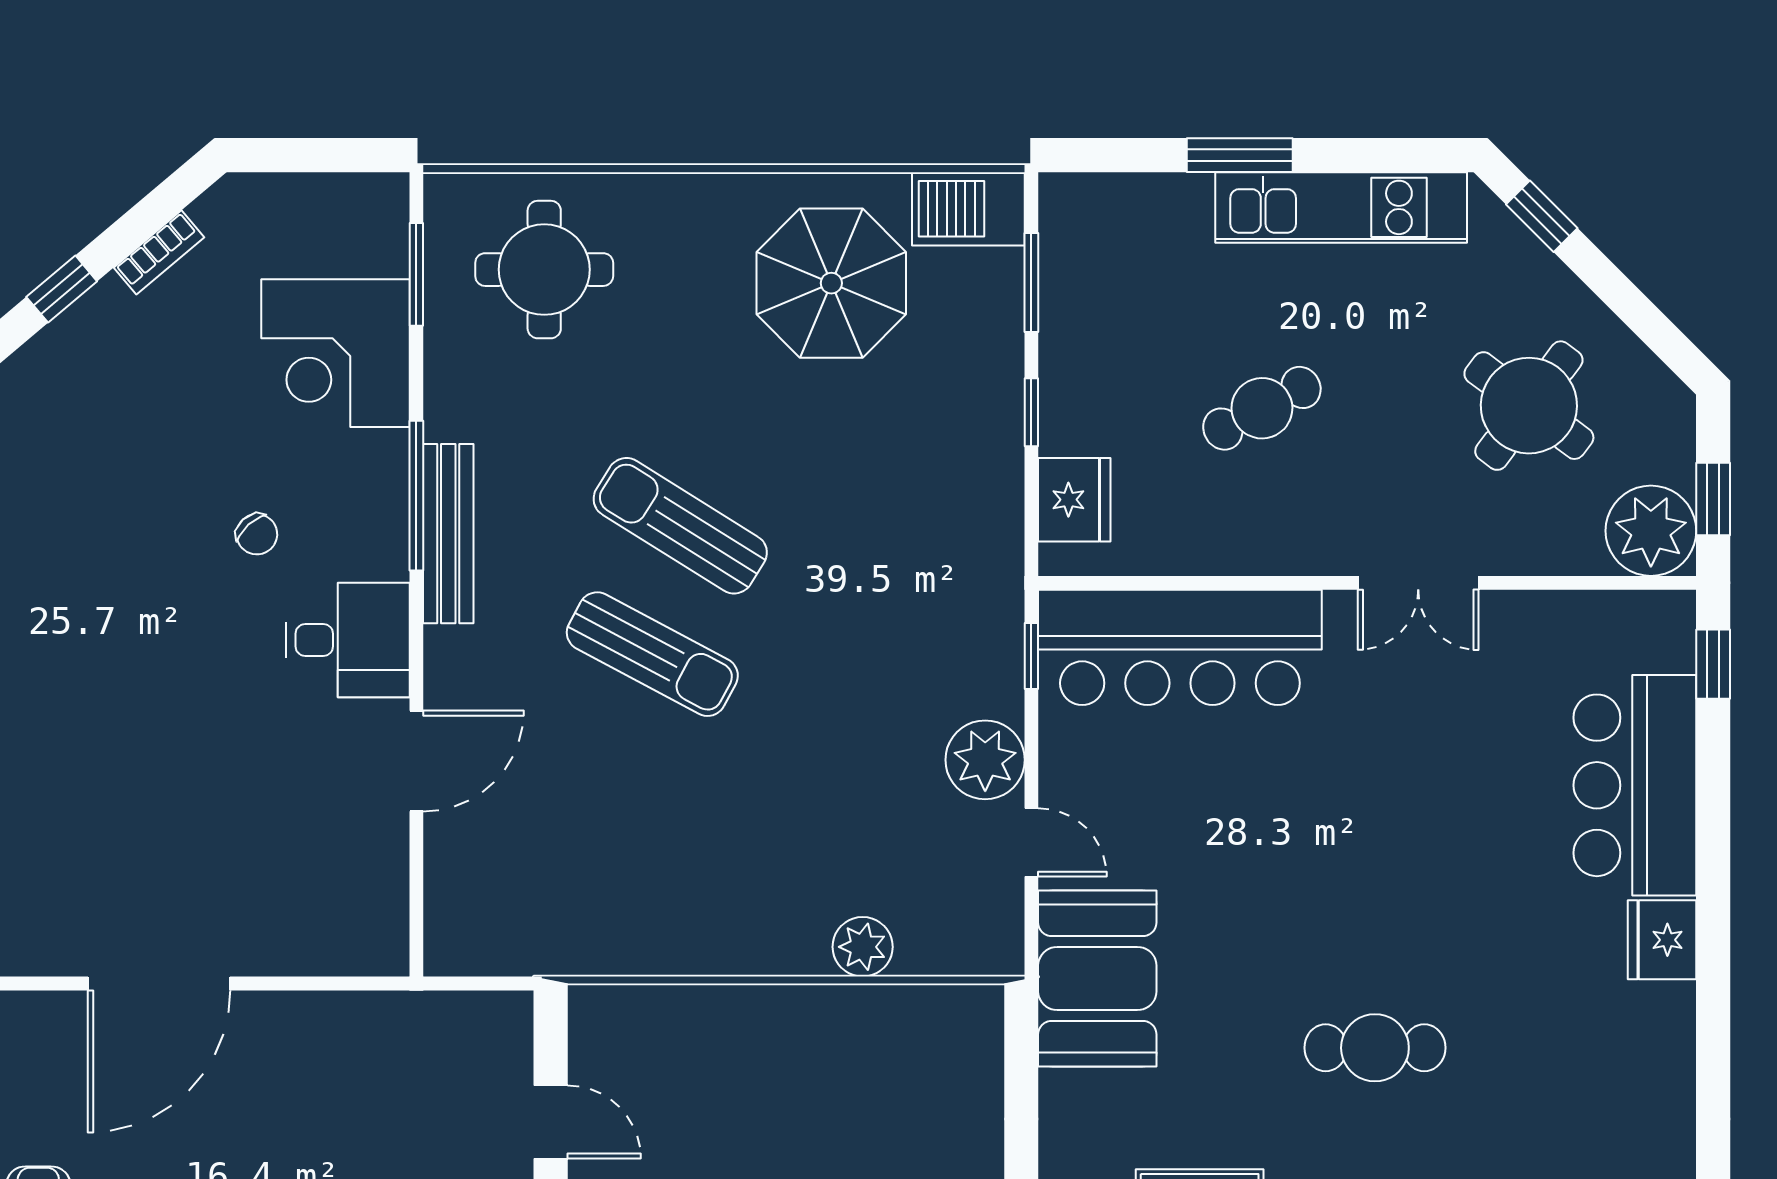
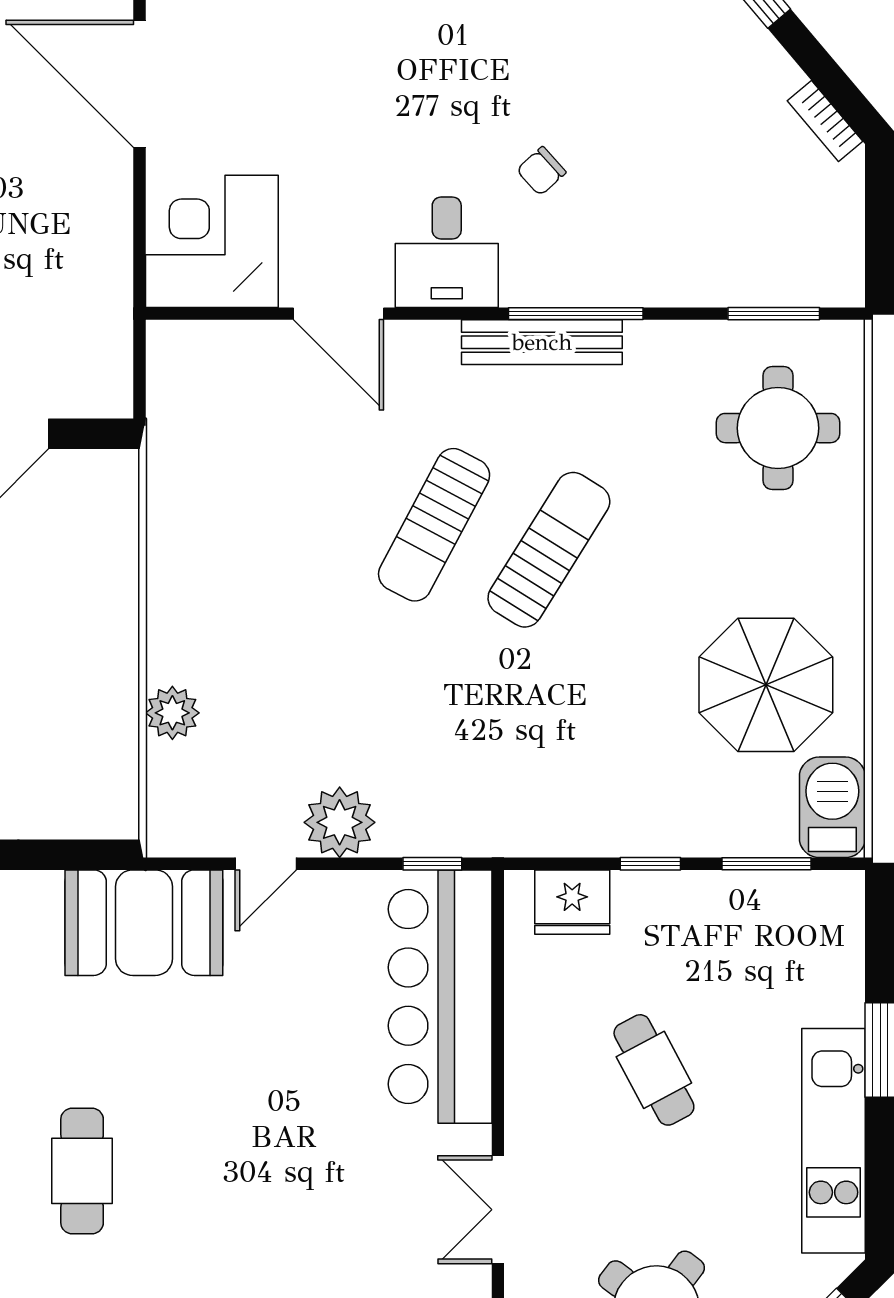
bookcase: (159, 252) -> (825, 121), moved
corner desk: (335, 353) -> (212, 241), moved

